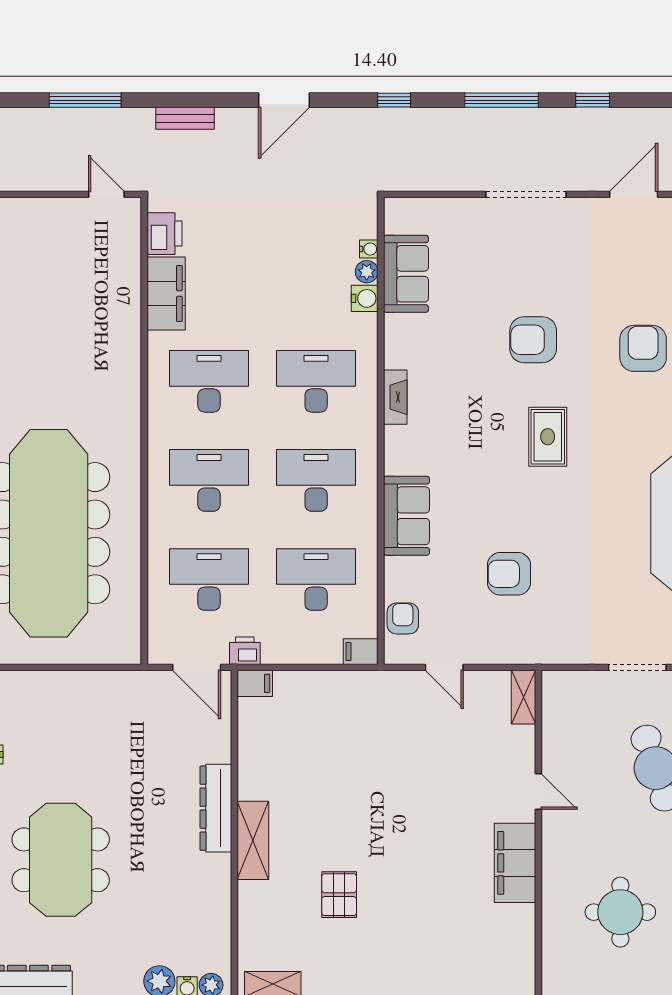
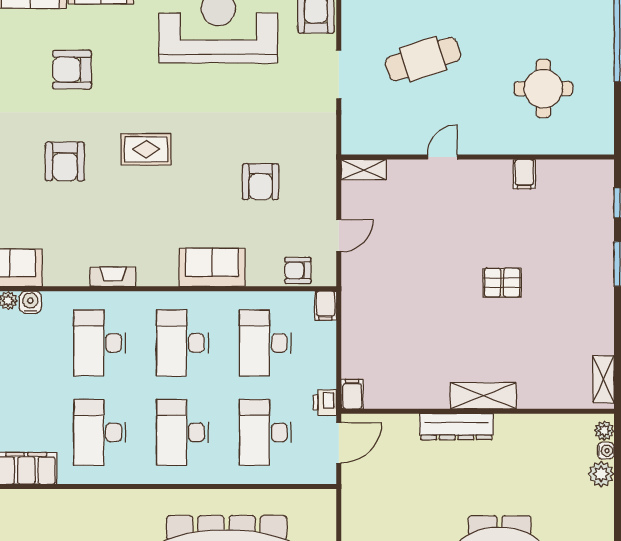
filing cabinet: (515, 863) -> (524, 174), width x0.33, depth x0.86
pallet: (339, 895) -> (502, 283), moved

